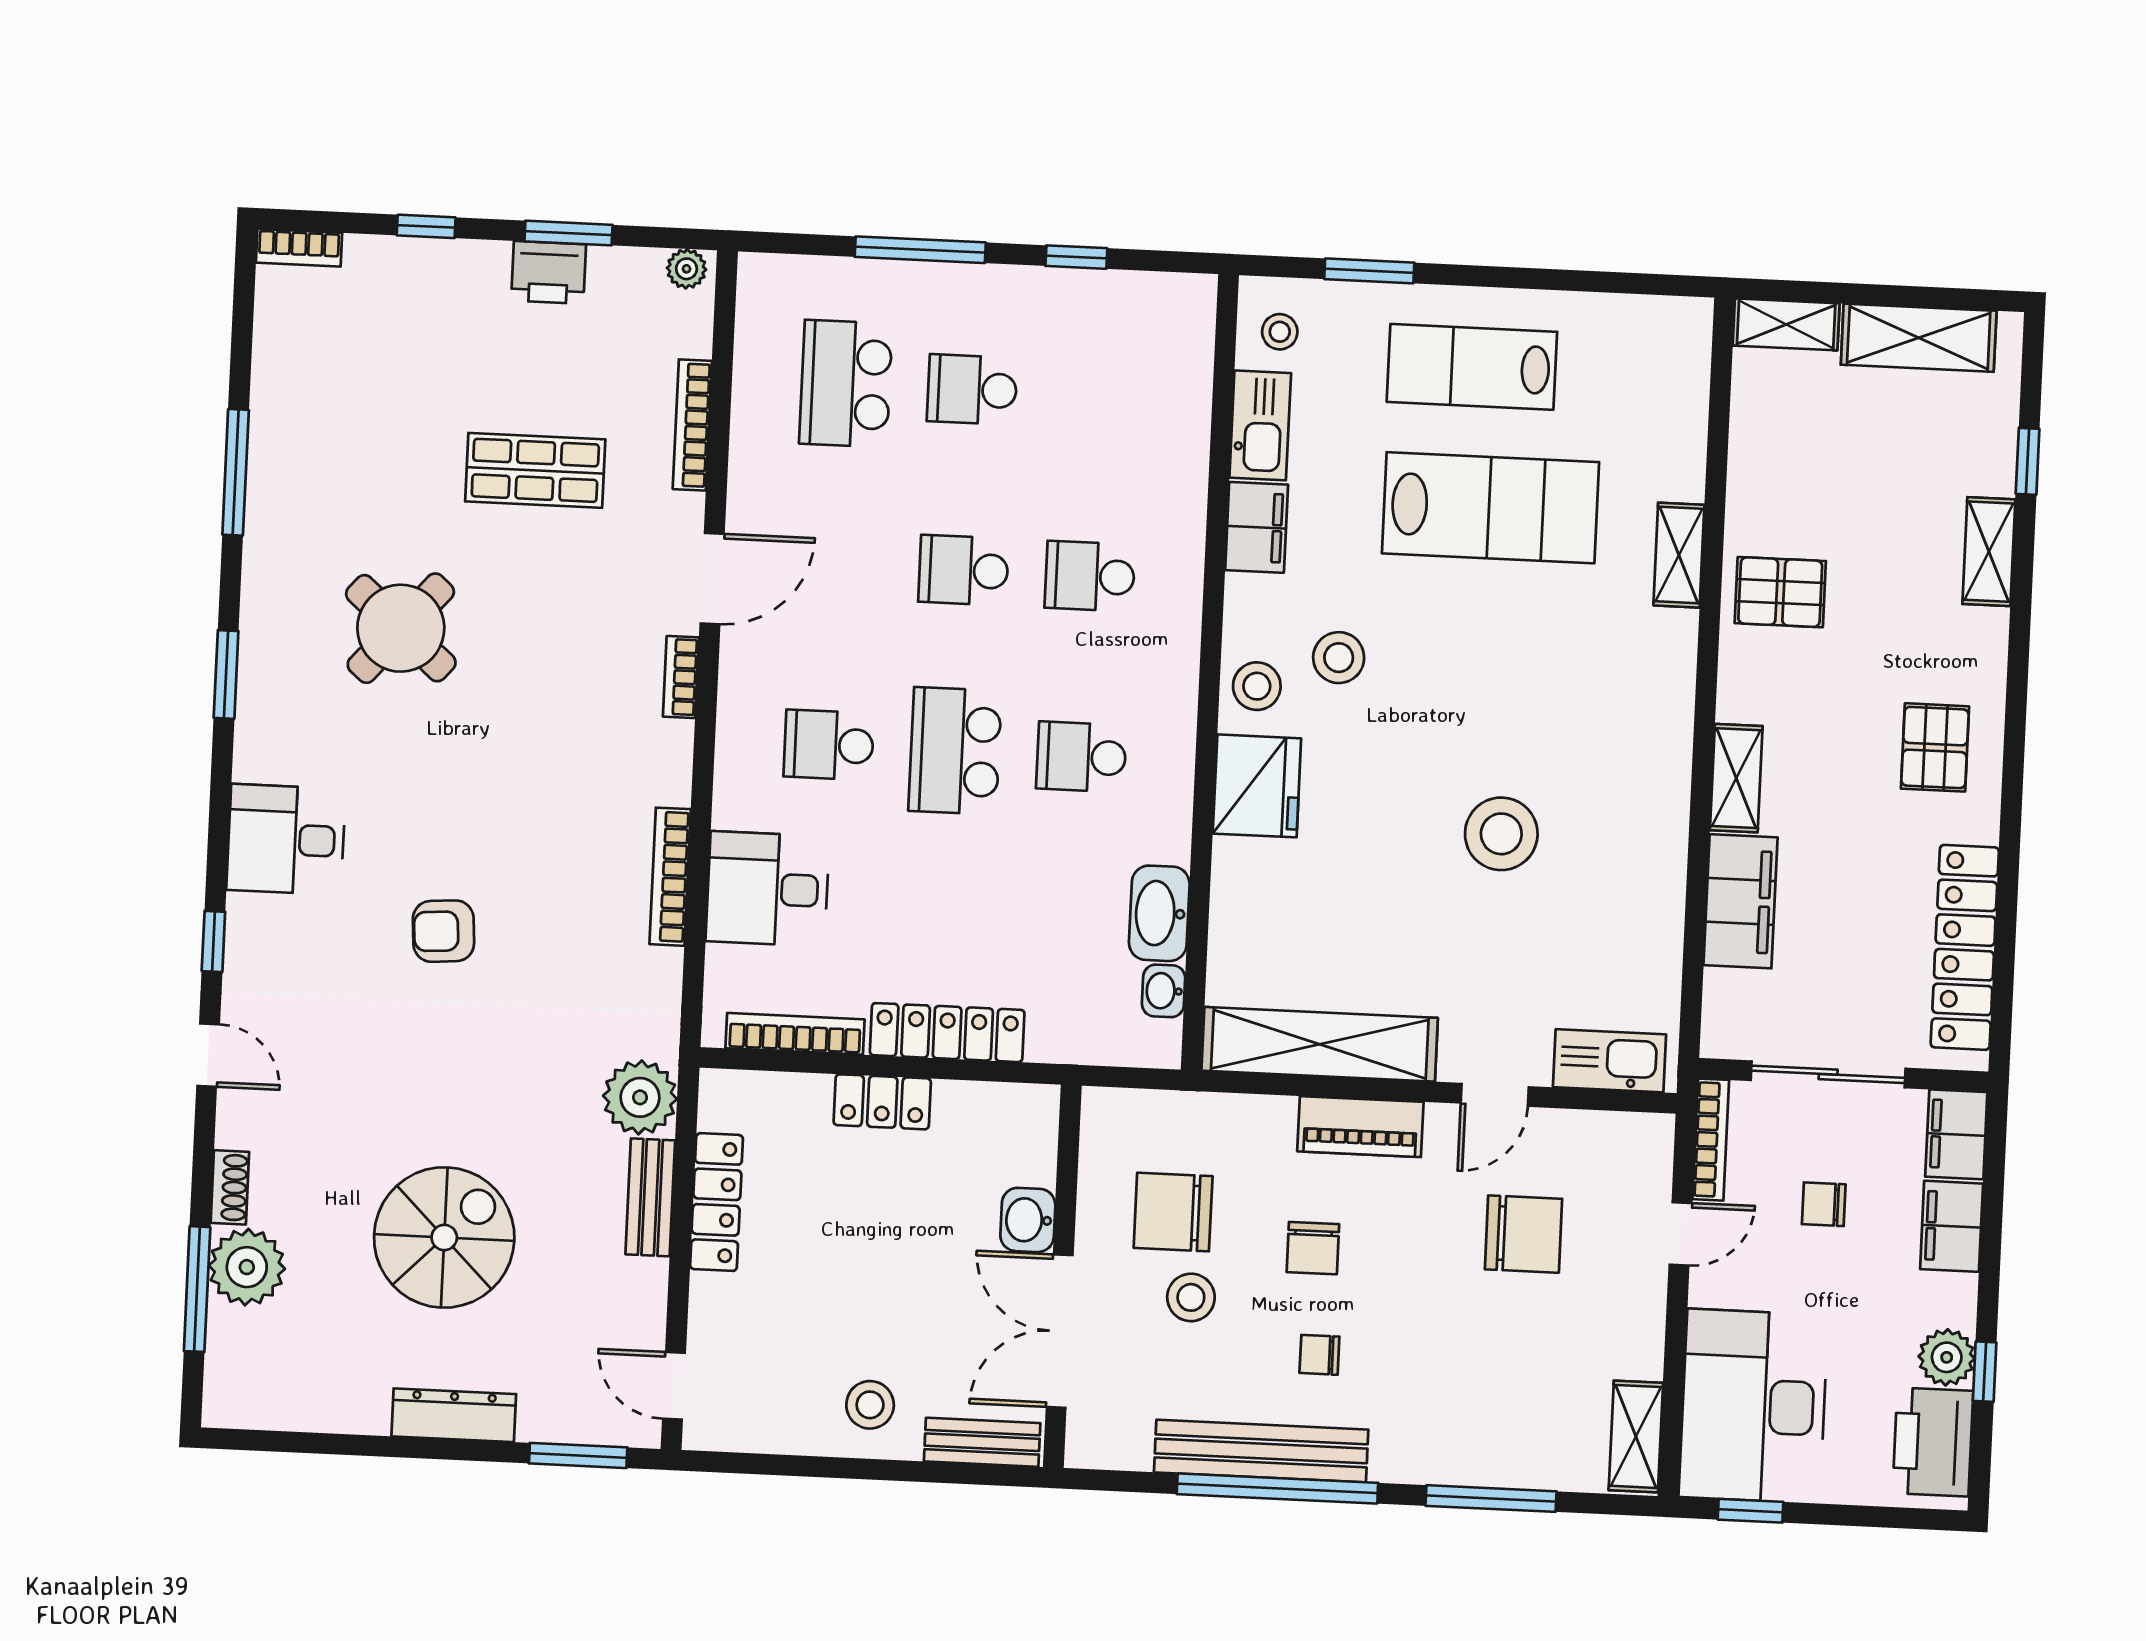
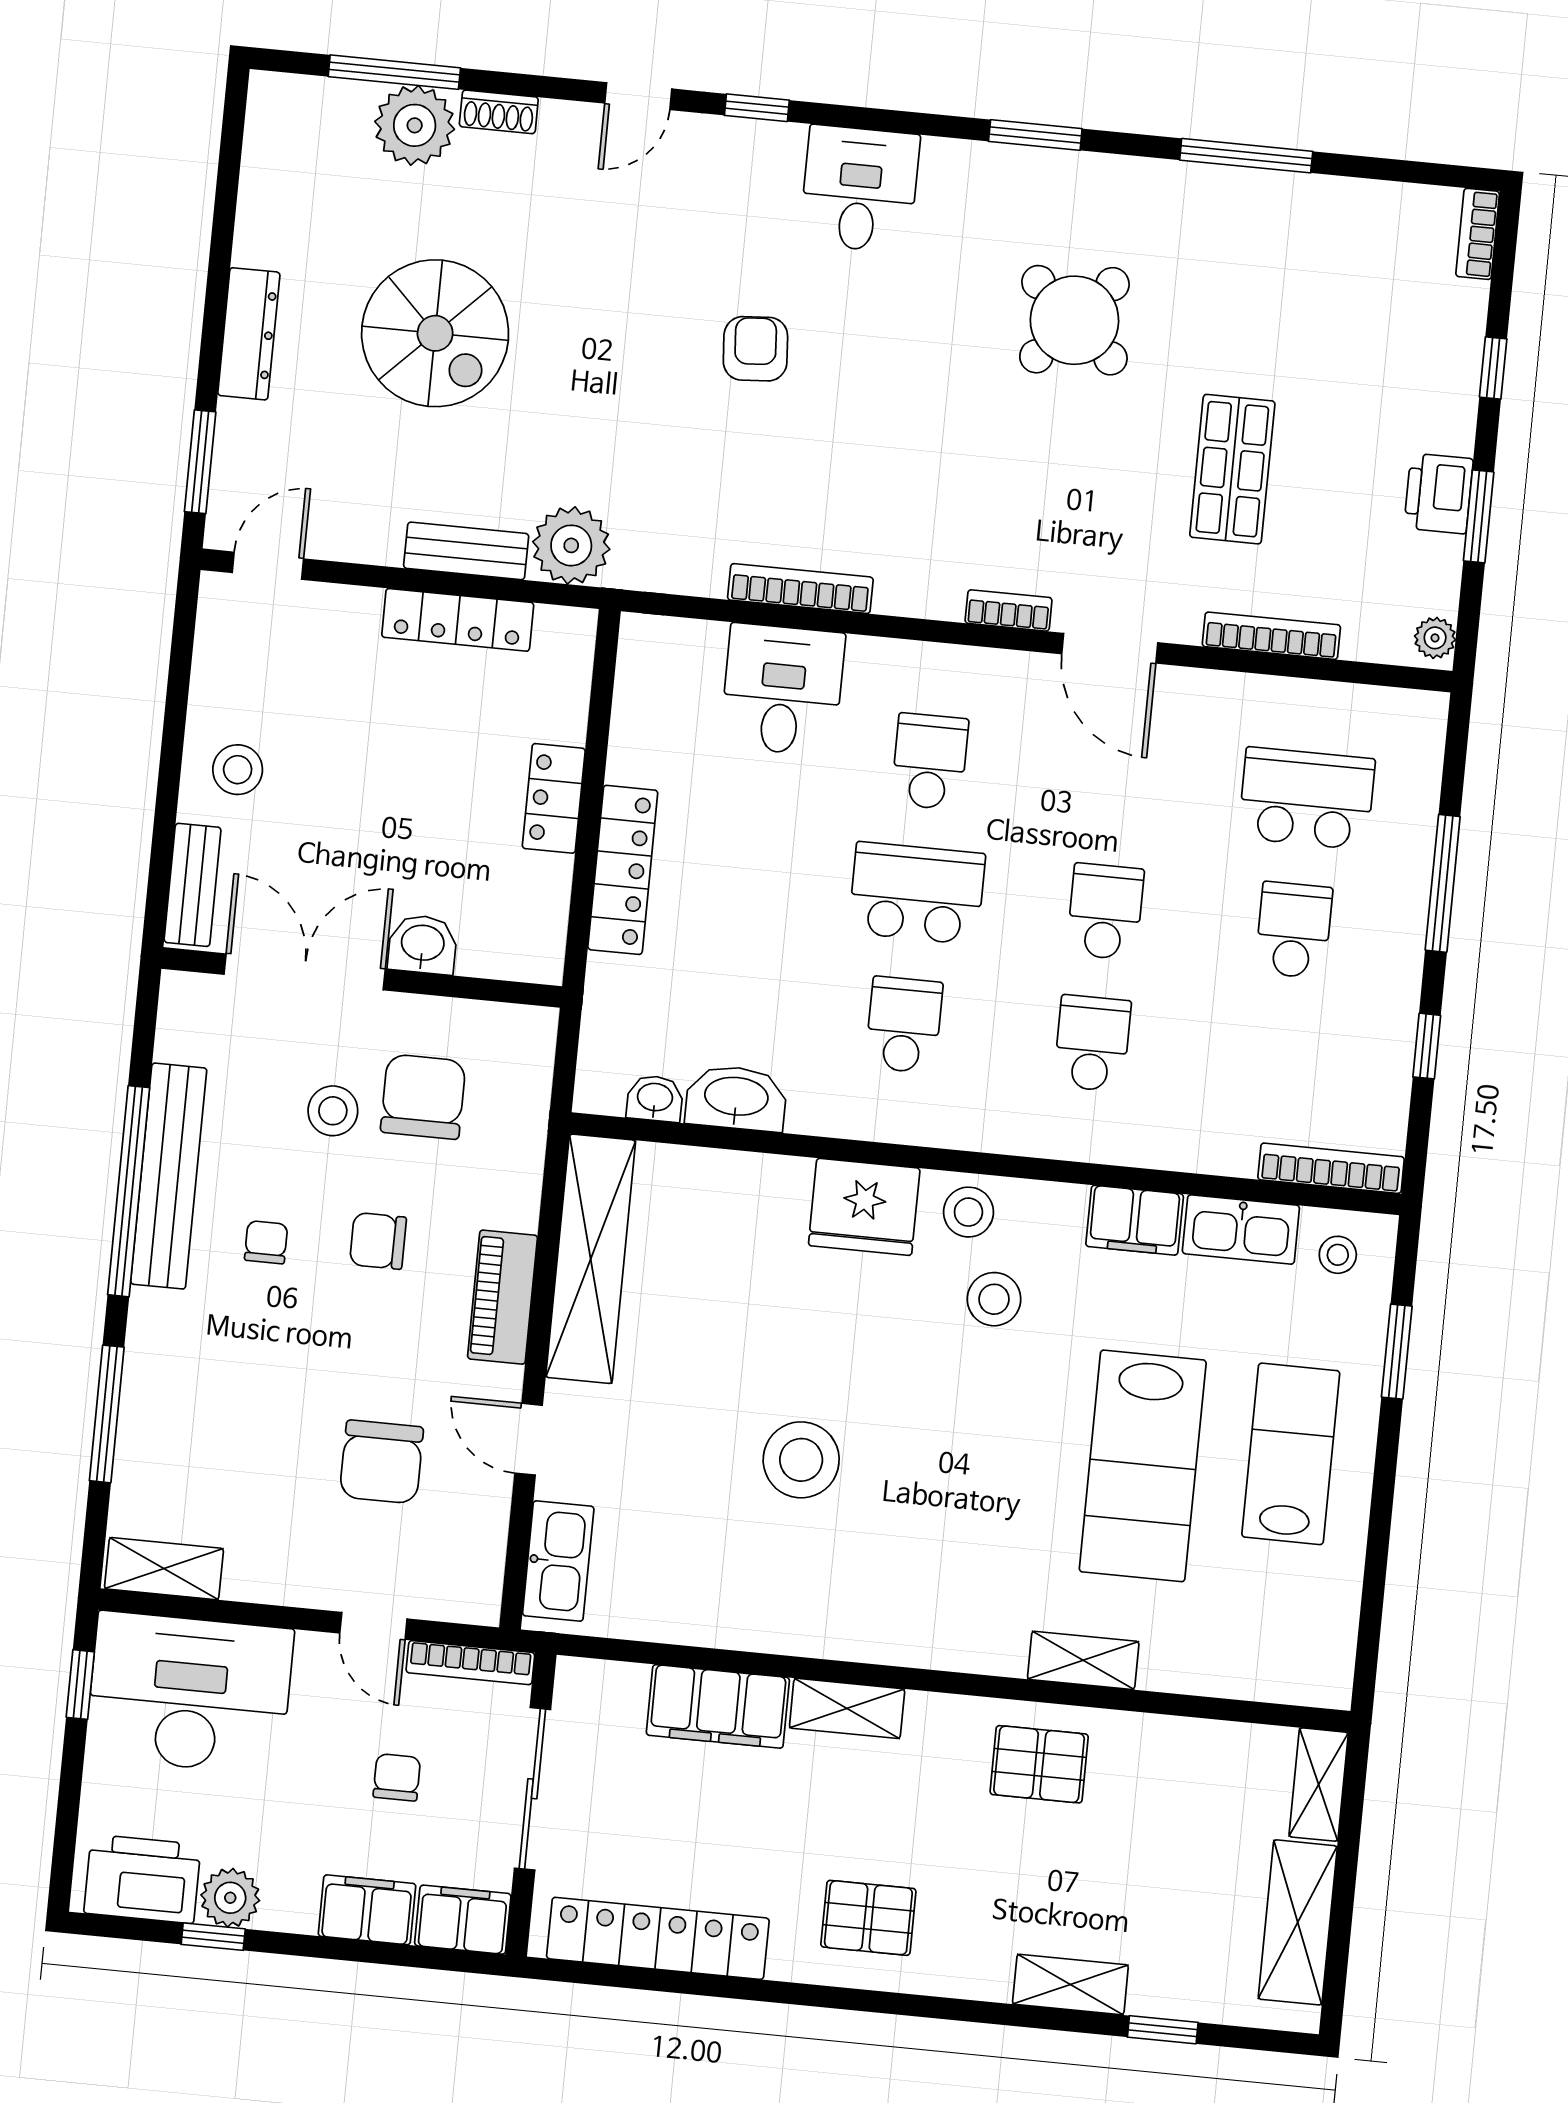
pallet: (1780, 592) -> (1039, 1764), turned 90
bookcase: (795, 1034) -> (1331, 1168), moved, turned -90

